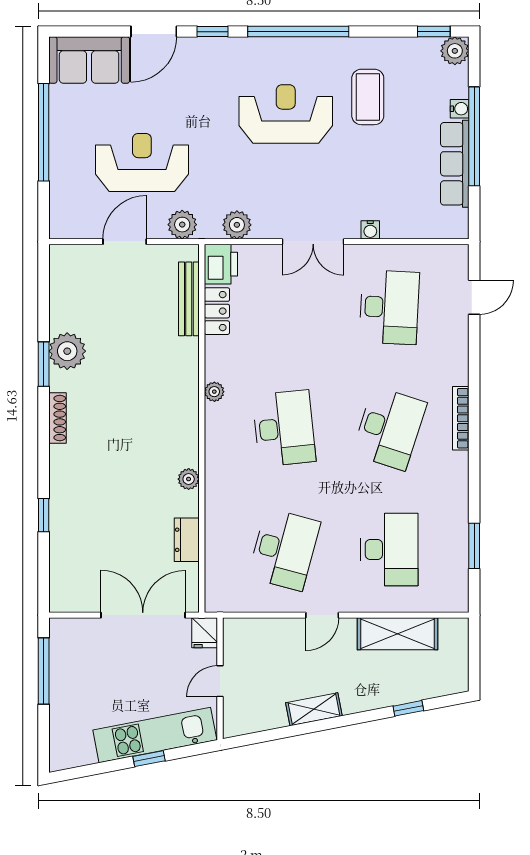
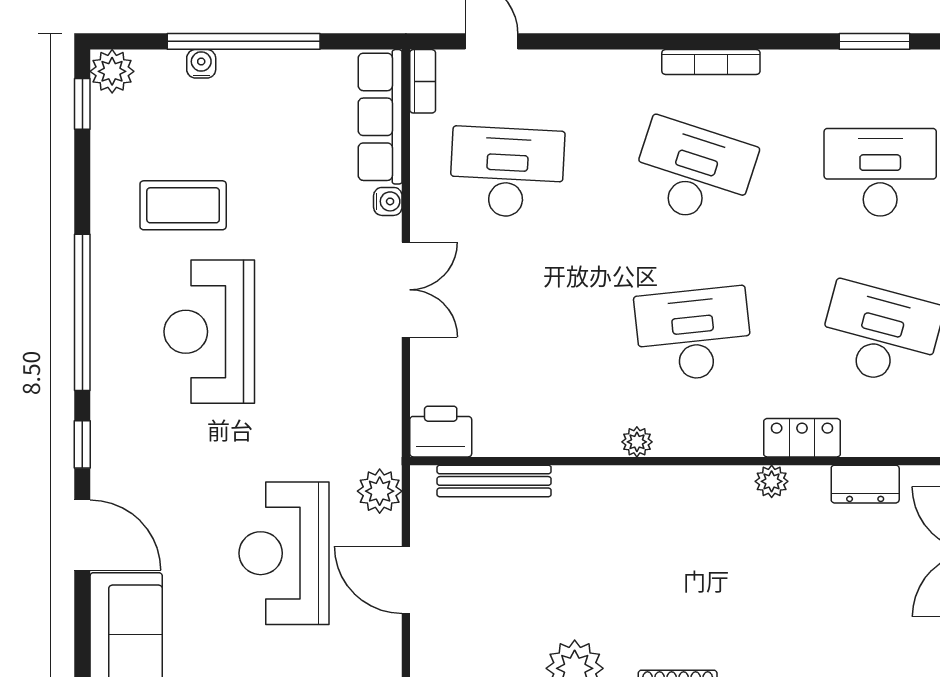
row of seats: (455, 164) -> (380, 117), moved, turned 90
plant: (237, 225) -> (380, 407), removed
bookcase: (448, 252) -> (423, 81), added
locker: (217, 311) -> (802, 438), moved
bookcase: (461, 418) -> (711, 62), moved

